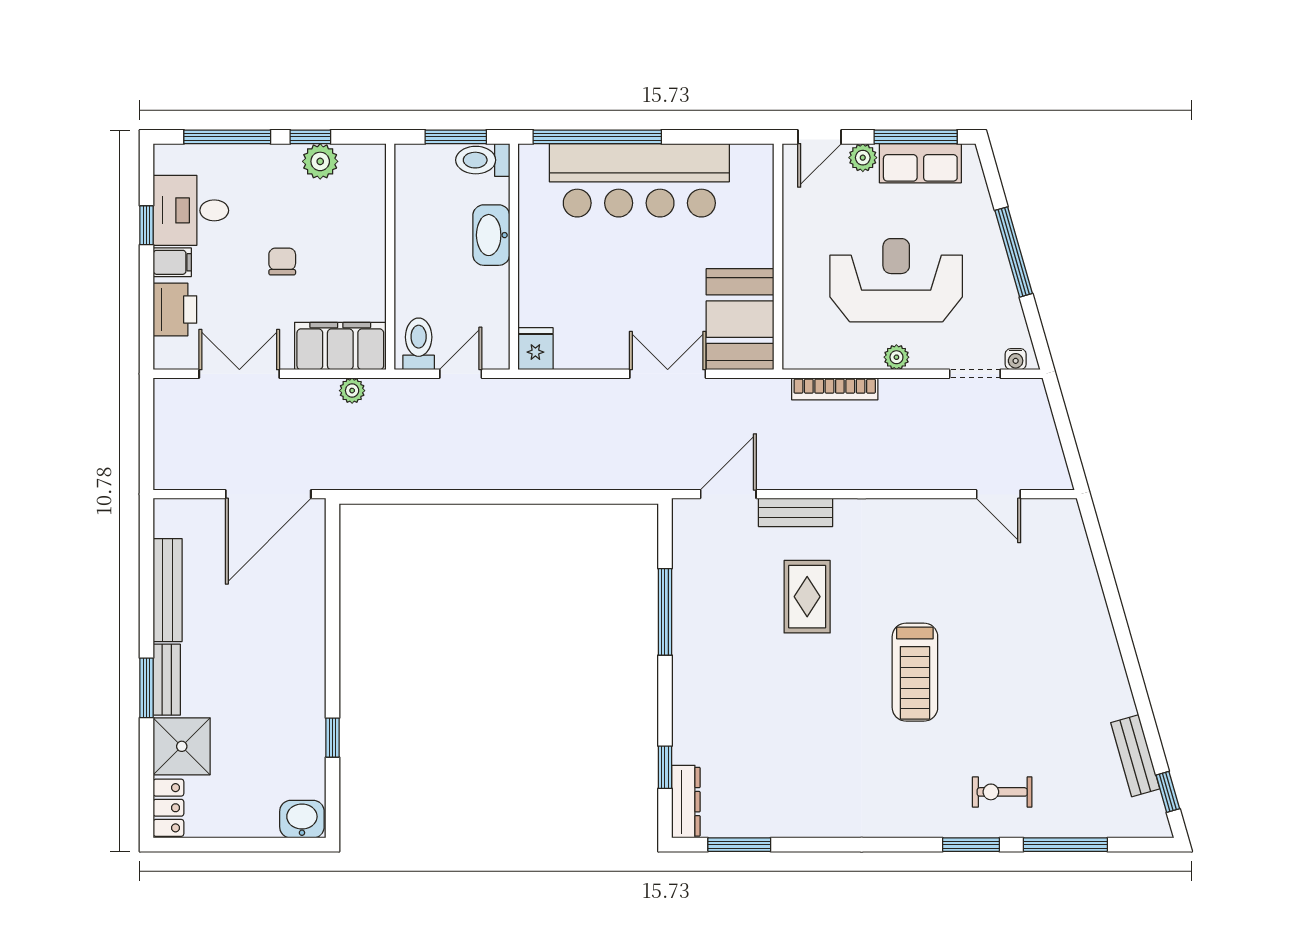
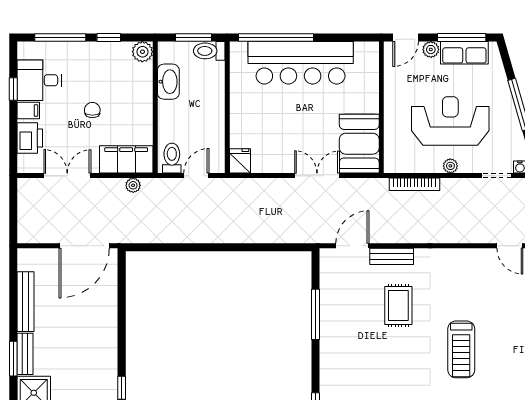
plant: (320, 161) -> (142, 52), moved
washbasin: (491, 235) -> (168, 82), moved, turned 180

